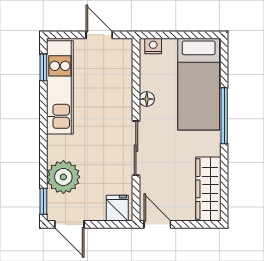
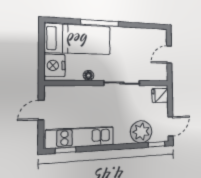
nightstand: (153, 46) -> (55, 65), width x1.89, depth x1.79
wardrobe: (208, 189) -> (147, 36), removed
door: (157, 224) -> (169, 55), moved

